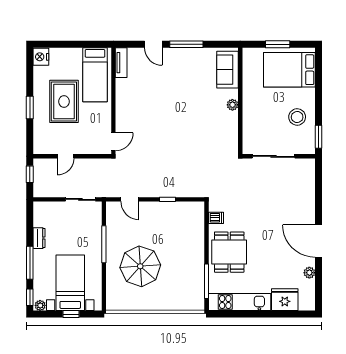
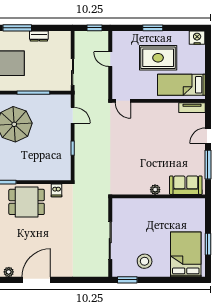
sofa: (228, 70) -> (186, 185), moved
wall: (240, 101) -> (159, 196), moved
plant: (232, 105) -> (155, 190), moved
door: (130, 199) -> (73, 115), swing flipped

